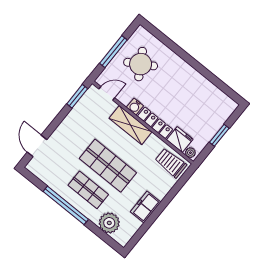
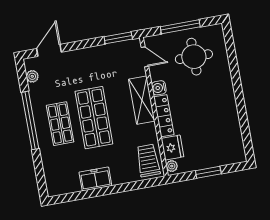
round table: (141, 64) -> (194, 57), turned 31
plant: (109, 223) -> (32, 76), moved, width x0.53, depth x0.53

